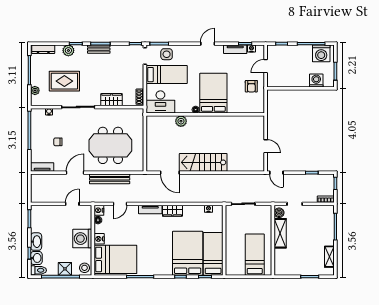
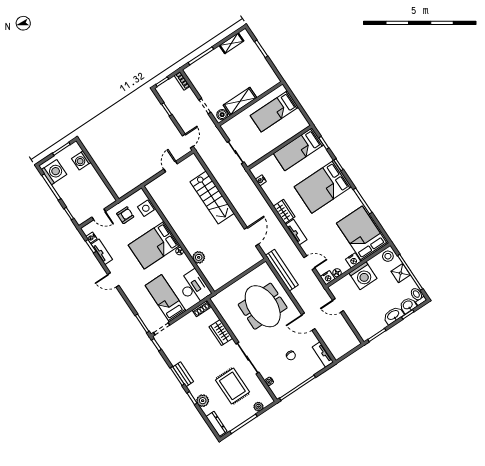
side table: (167, 54) -> (146, 208), moved
stairs: (203, 162) -> (212, 198), moved
bench: (110, 179) -> (282, 270), moved
bed: (188, 253) -> (323, 187), moved

